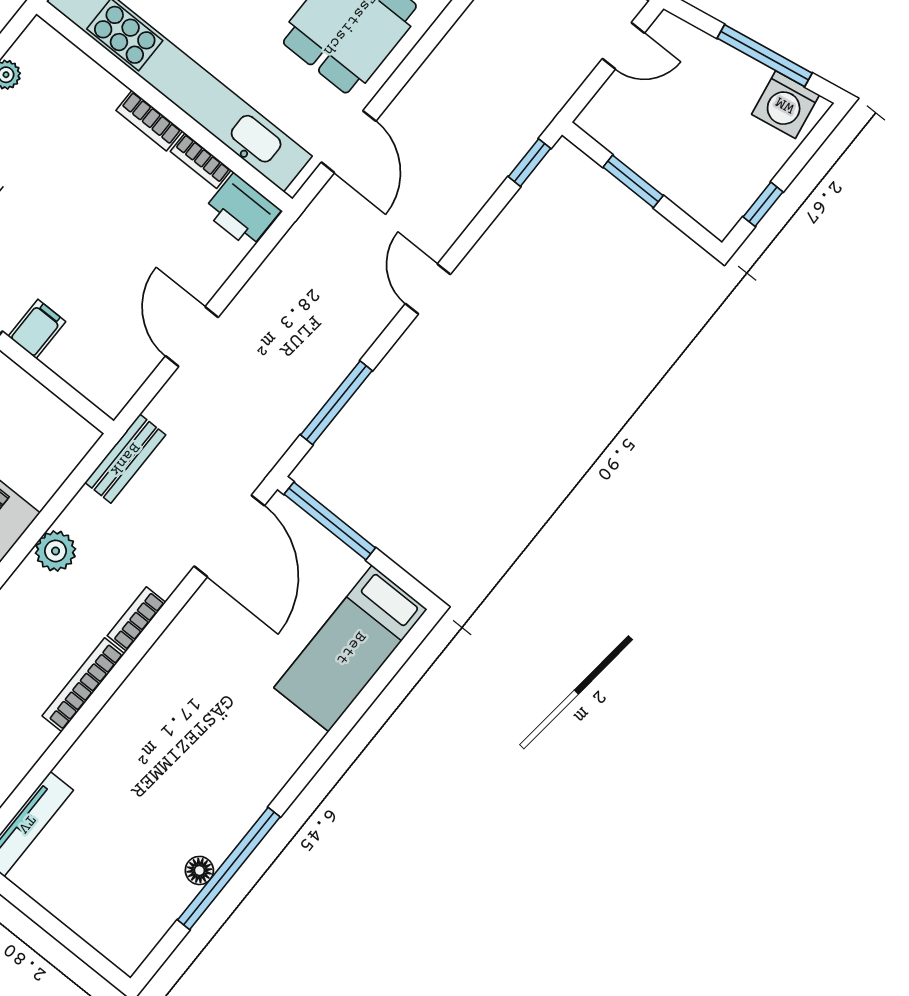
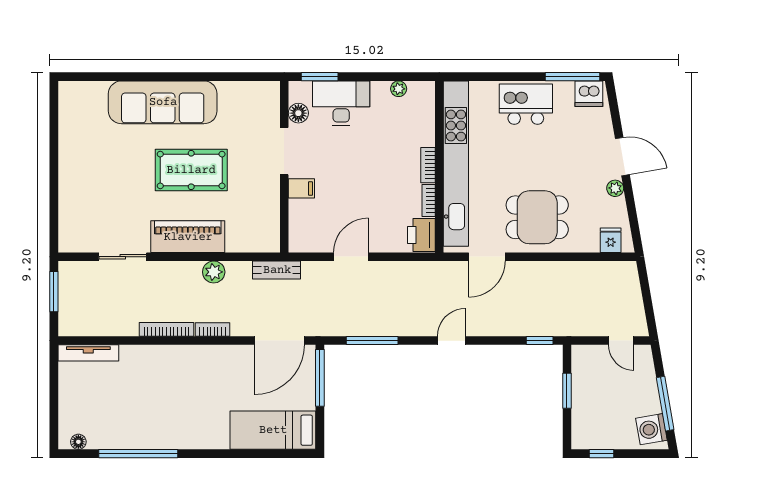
floor lamp: (199, 870) -> (78, 442), moved

